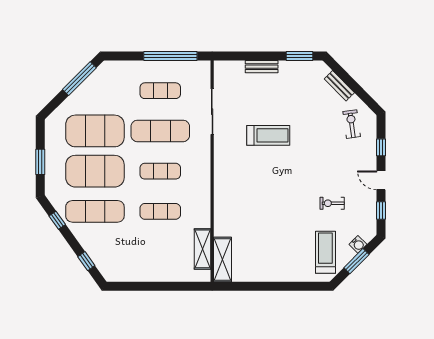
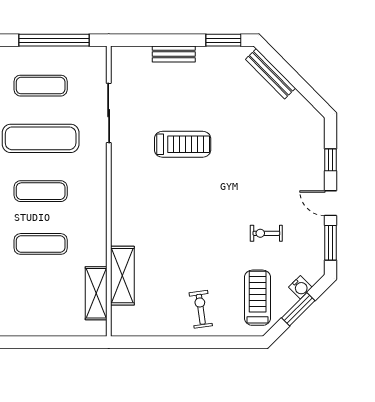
bench: (339, 86) -> (271, 74), width x1.36
exercise bike: (352, 124) -> (201, 309), moved
window: (381, 211) -> (331, 243), width x1.50
shelving: (222, 259) -> (122, 276), moved

